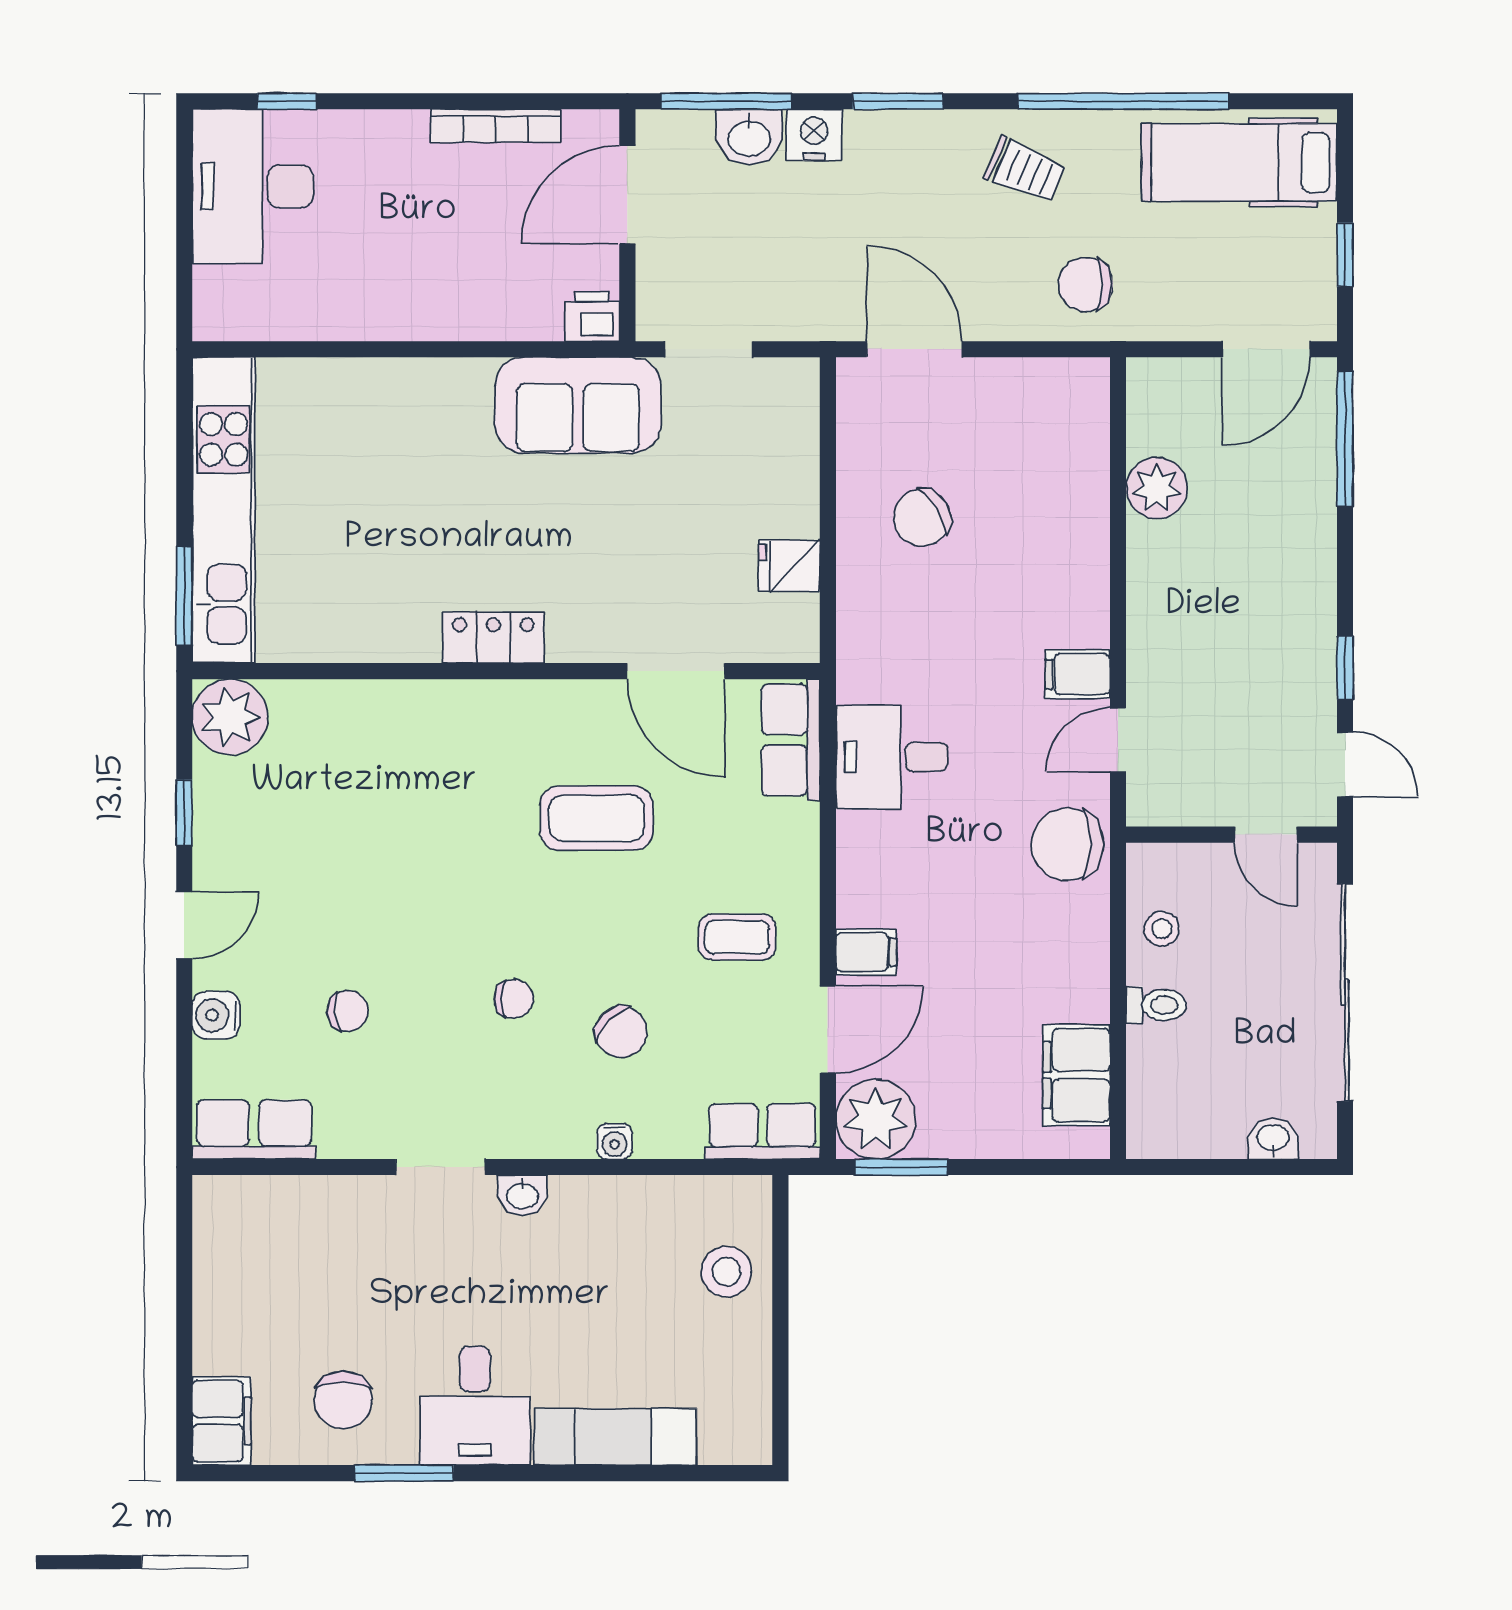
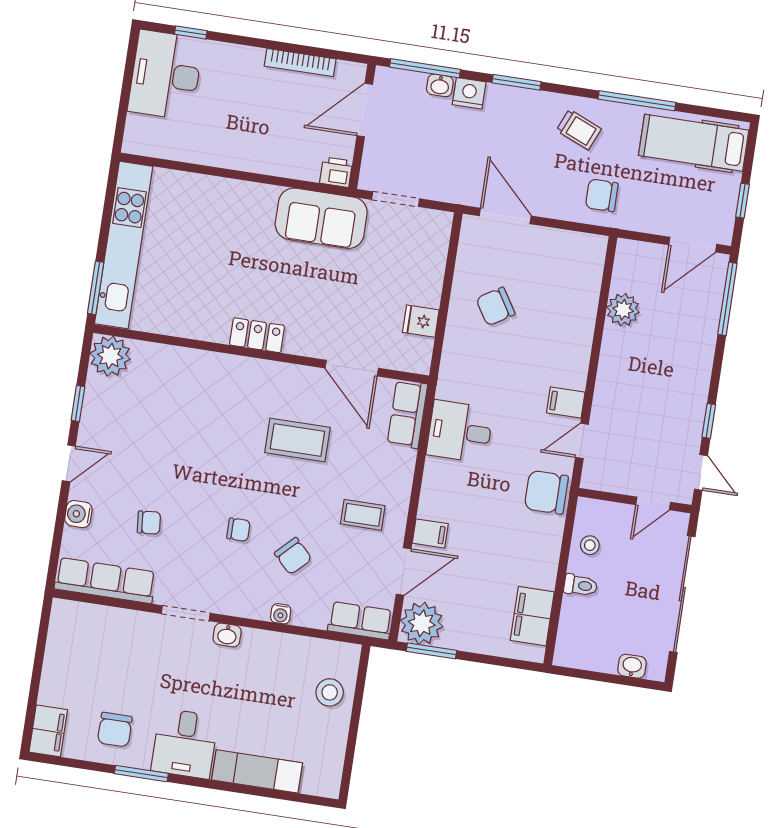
window: (1123, 101) -> (637, 101), width x0.68
washbasin: (749, 137) -> (440, 85), width x0.72, depth x0.69
door: (1266, 835) -> (653, 503), hinge flipped
row of seats: (254, 1129) -> (105, 581), width x1.48

